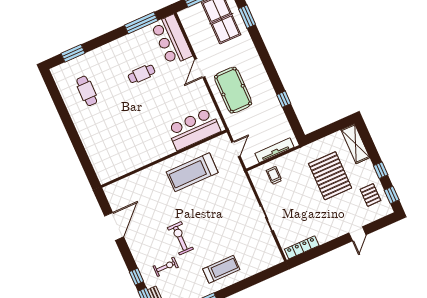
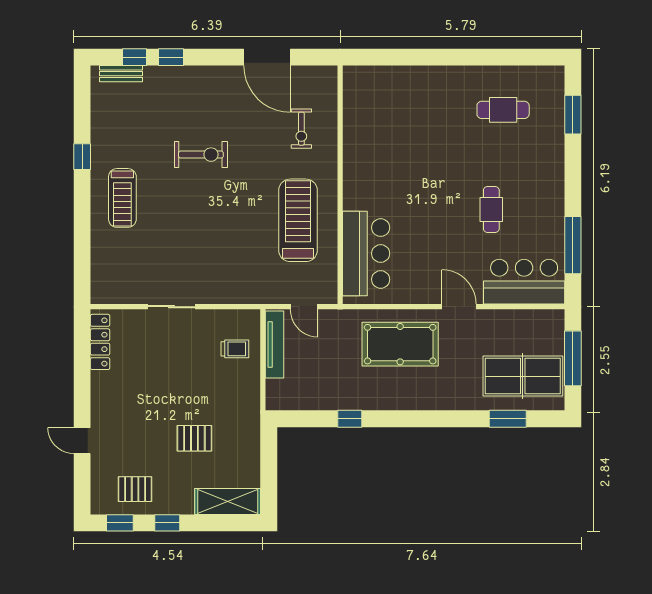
tv unit: (274, 150) -> (275, 344), moved
pallet: (330, 176) -> (194, 438), width x0.49, depth x0.50
exercise bike: (166, 267) -> (301, 129), moved

